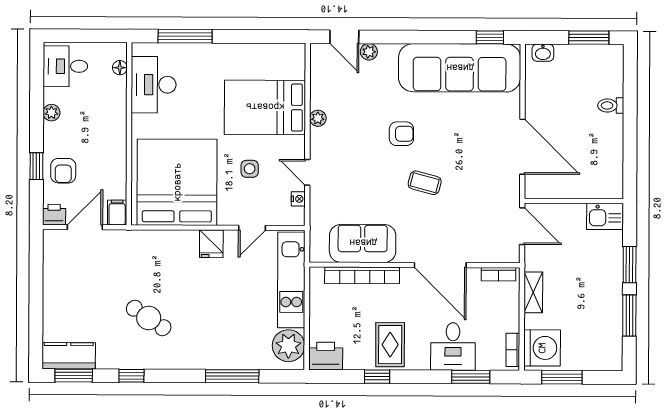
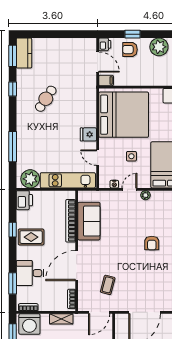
plant: (51, 113) -> (159, 47), width x1.87, depth x1.87
plant: (318, 118) -> (145, 195), moved
coffee table: (425, 183) -> (108, 285), moved

